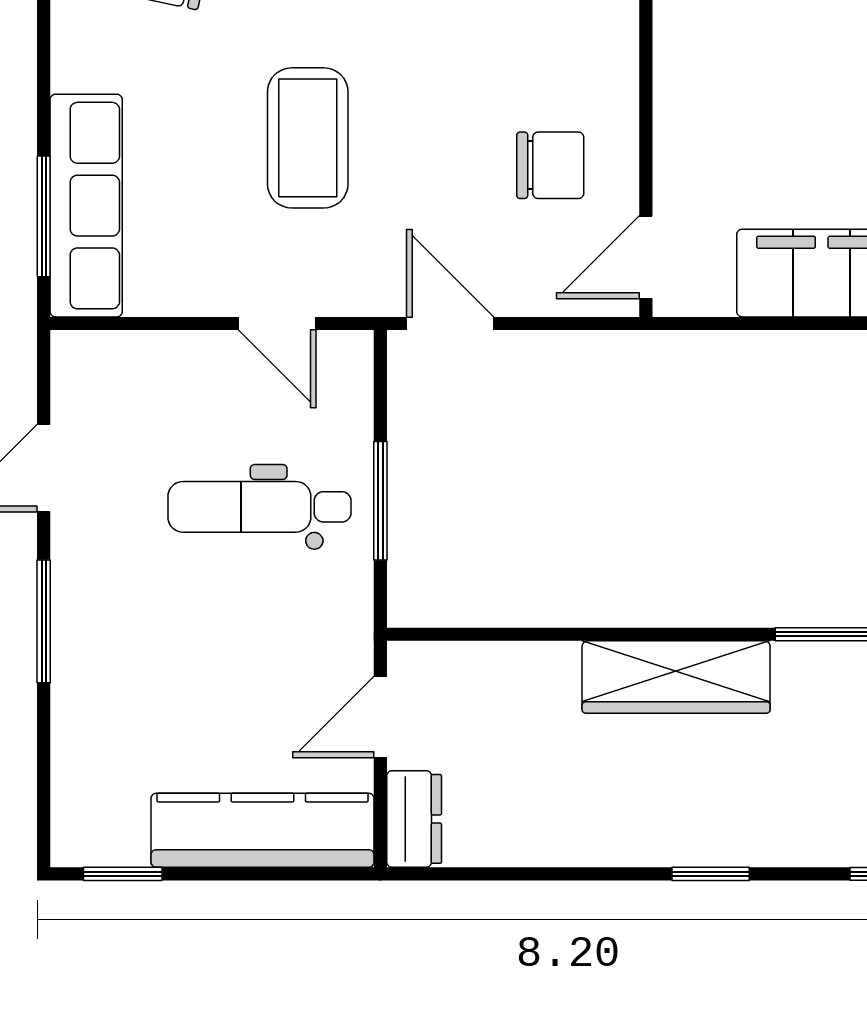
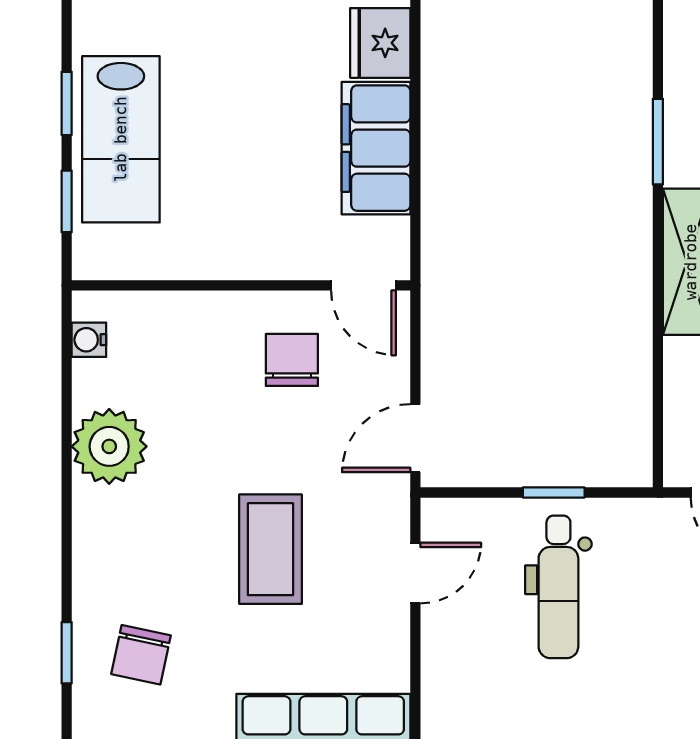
coffee table: (308, 138) -> (271, 549), turned 90
window: (380, 501) -> (554, 493), width x0.67

